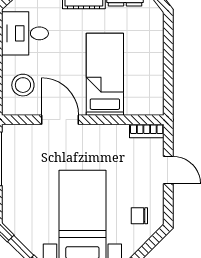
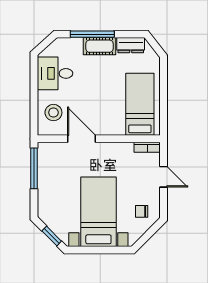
bed: (105, 74) -> (140, 104), moved

